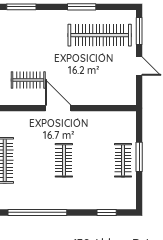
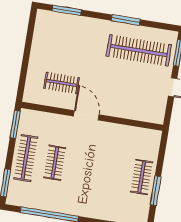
window: (139, 157) -> (156, 191), moved
clothes rail: (64, 160) -> (55, 163), moved

